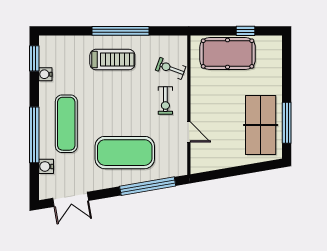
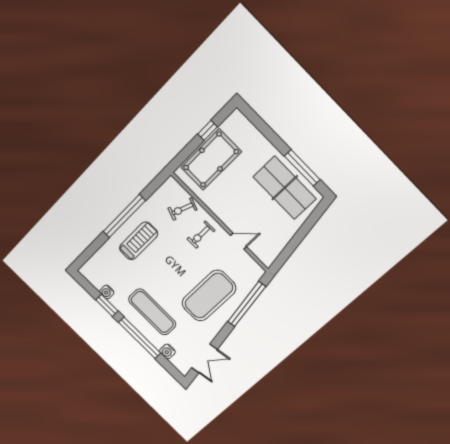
window: (34, 58) -> (107, 305), moved
exercise bike: (165, 101) -> (201, 235), turned 90

